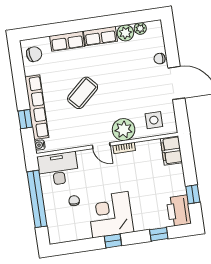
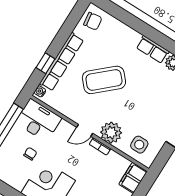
row of seats: (67, 41) -> (125, 32), removed
coffee table: (83, 93) -> (104, 80), width x1.36, depth x1.32
door: (101, 146) -> (85, 130), hinge flipped

